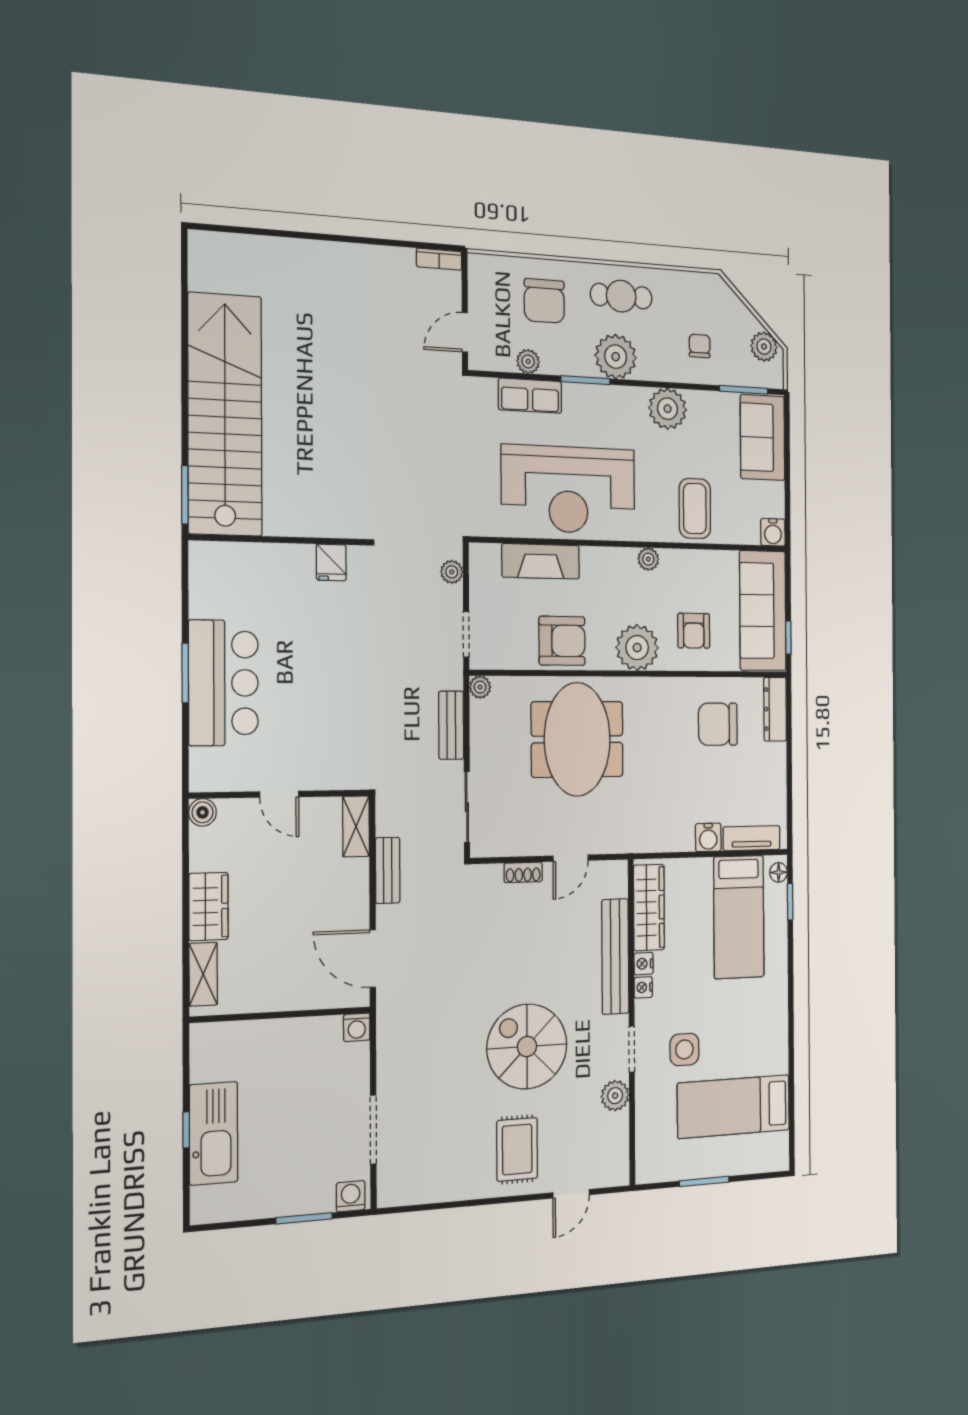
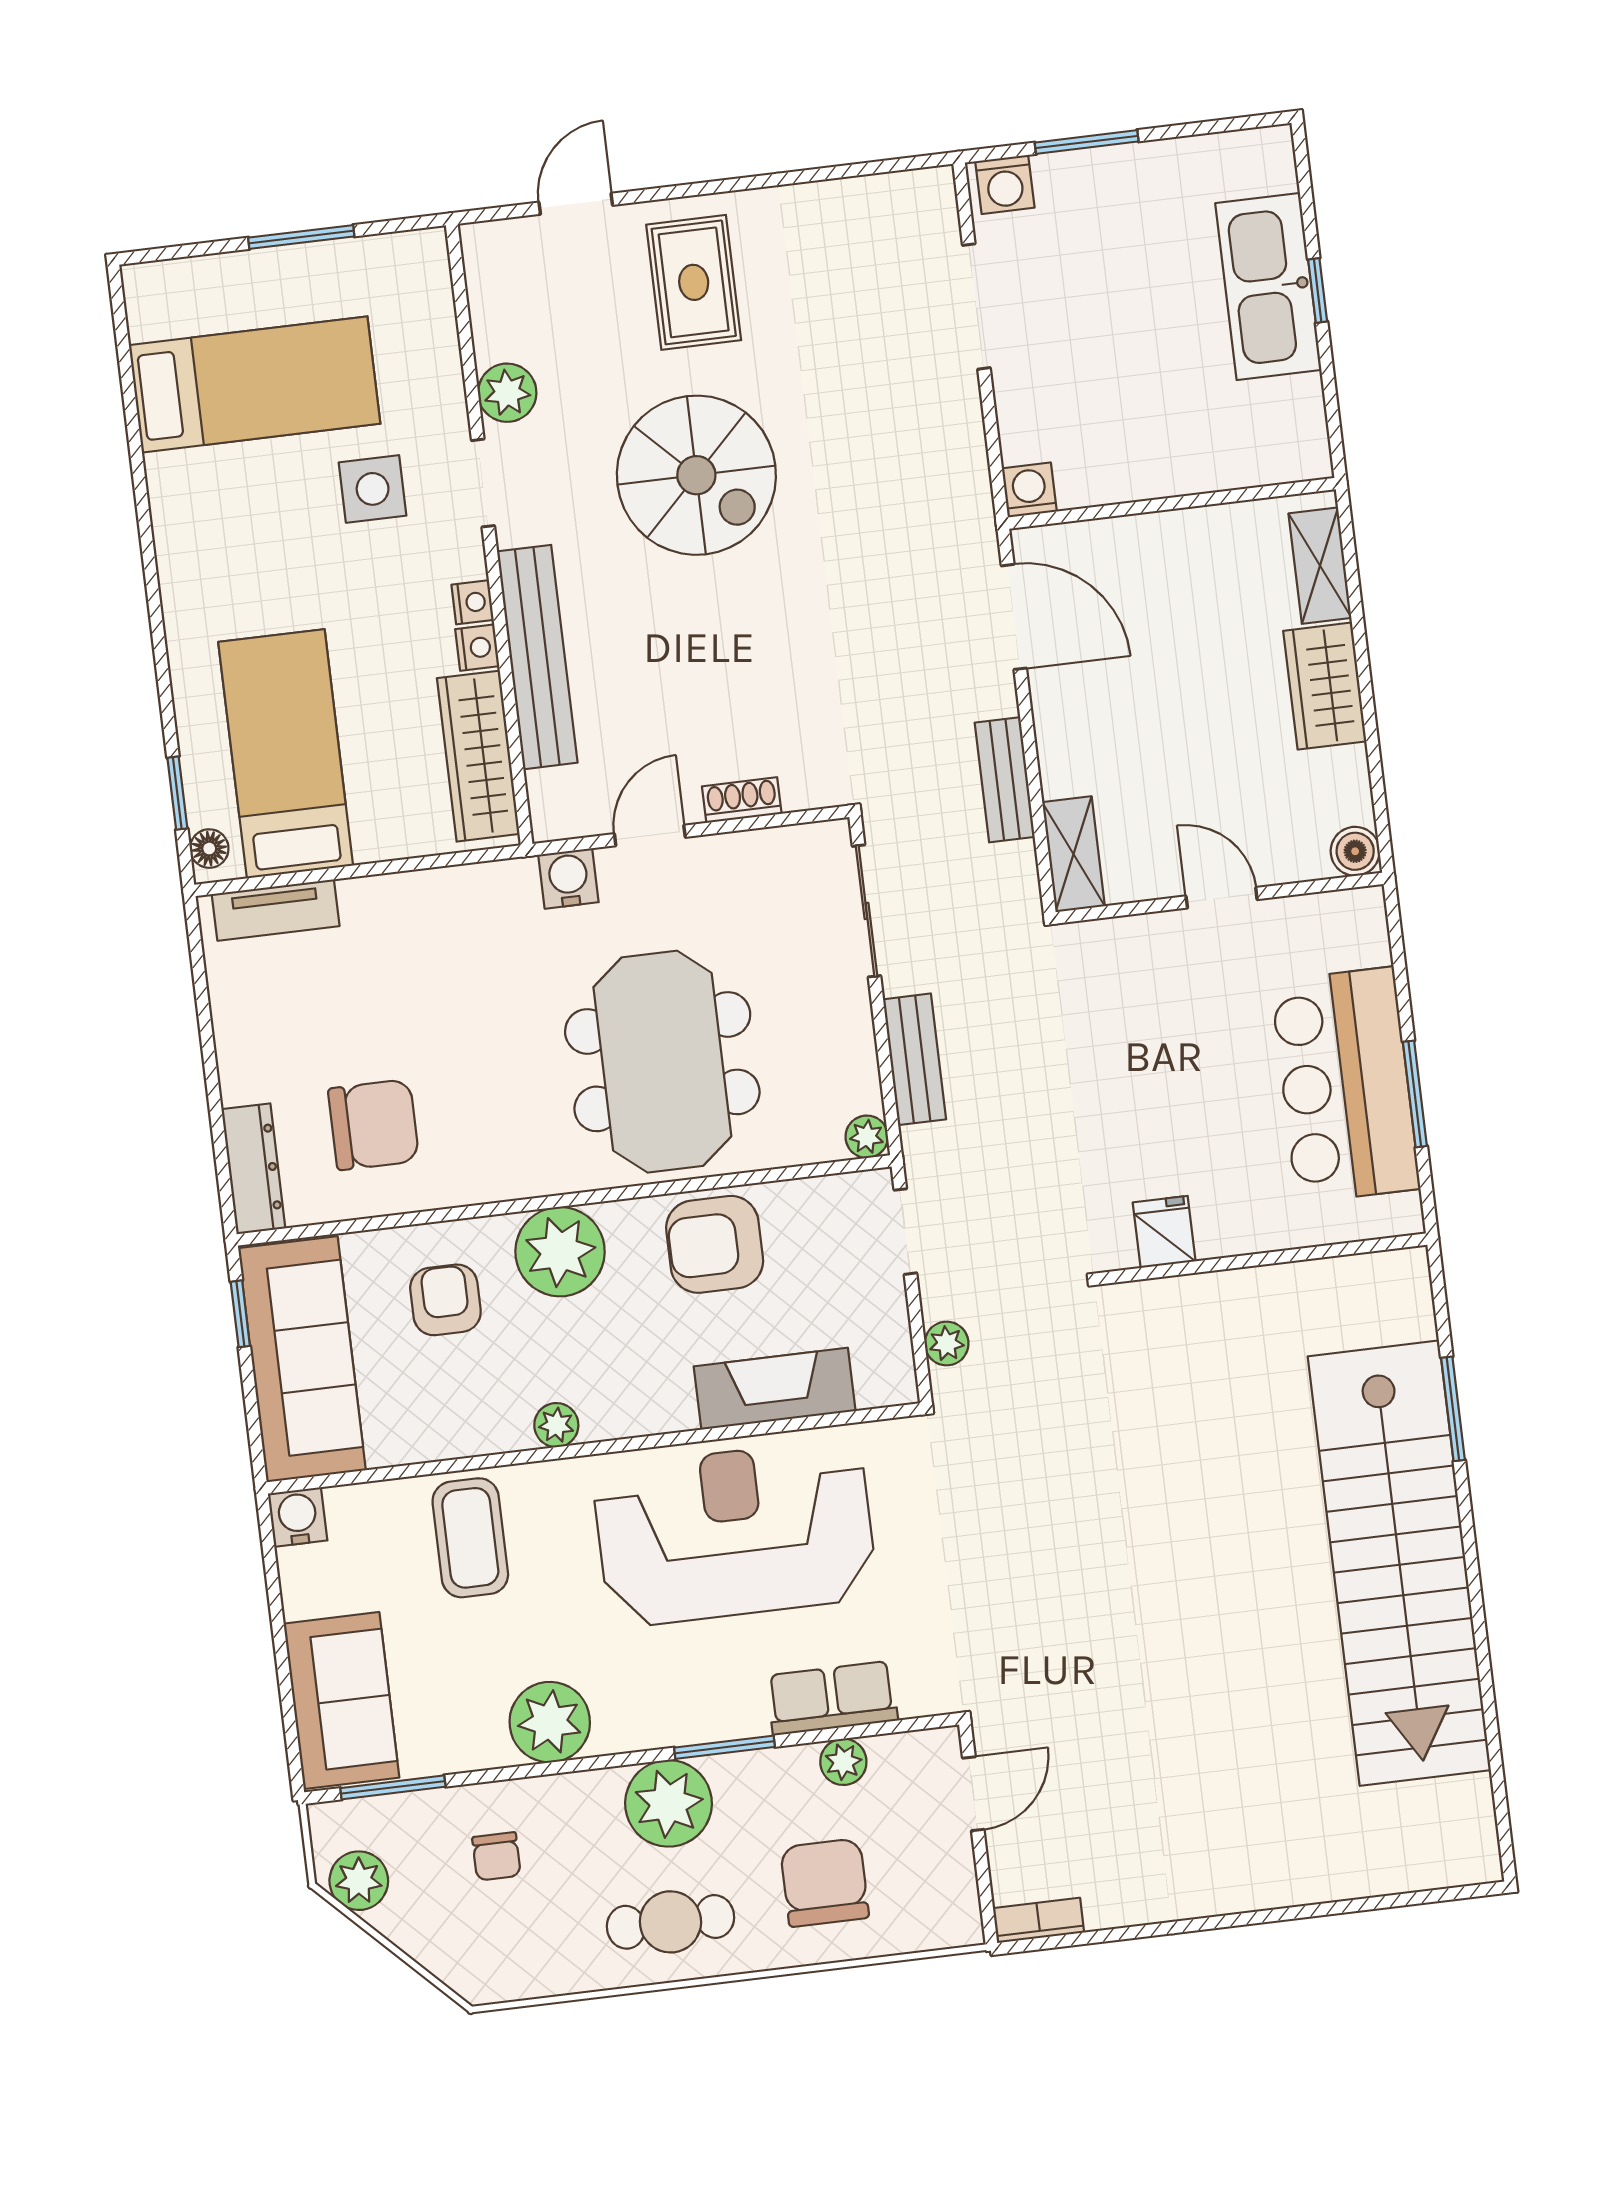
wall: (280, 540) -> (1263, 1259), moved
fridge: (331, 562) -> (1164, 1232), moved
water cooler: (708, 837) -> (568, 878), moved

